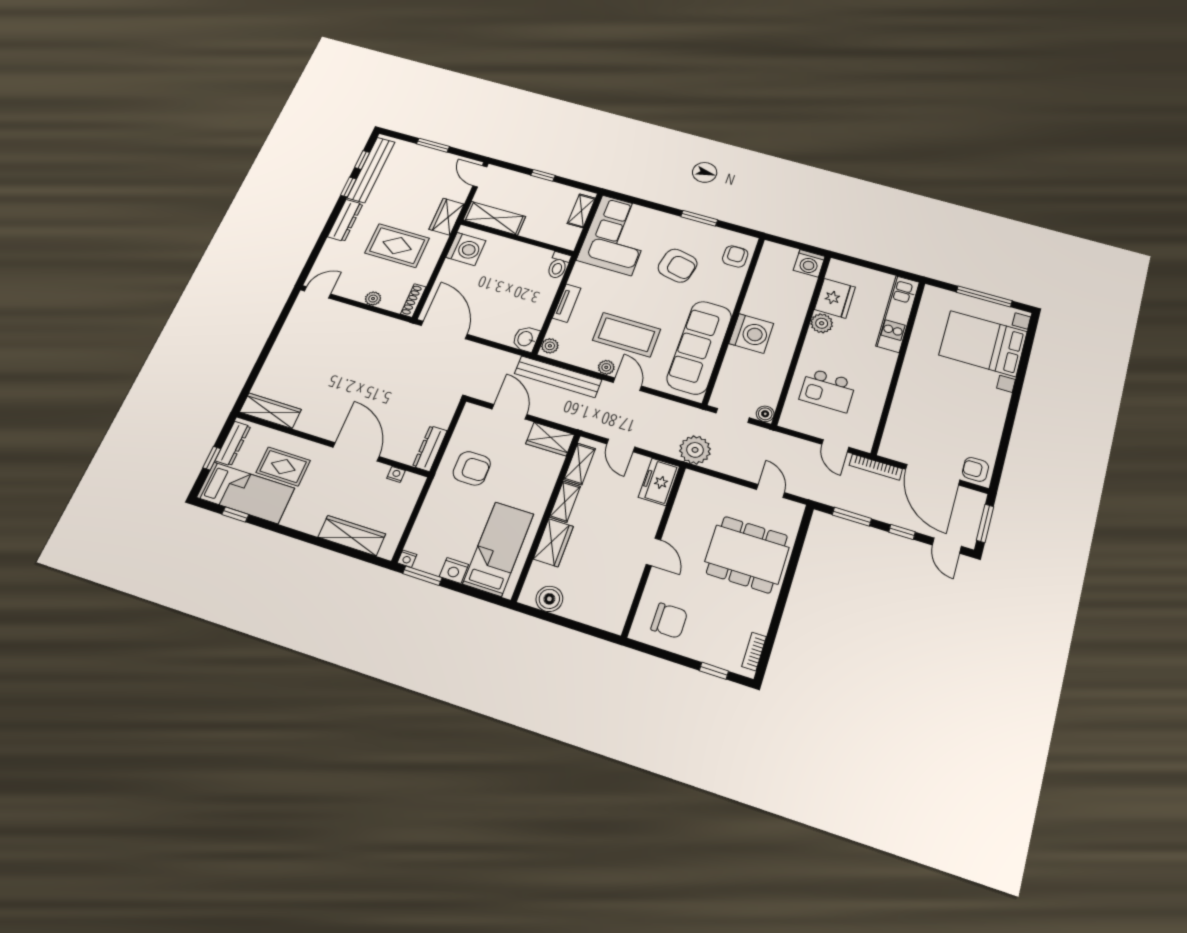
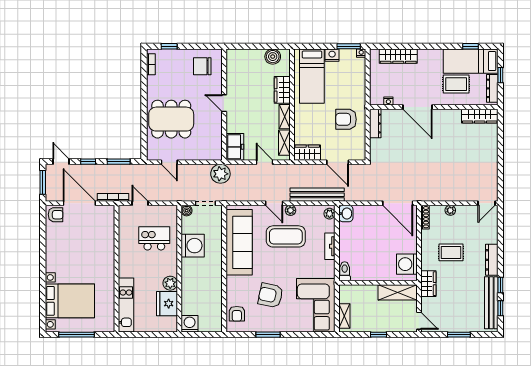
rug: (397, 246) -> (451, 252), width x0.73, depth x0.70
washing machine: (751, 333) -> (193, 246), moved, turned 180

